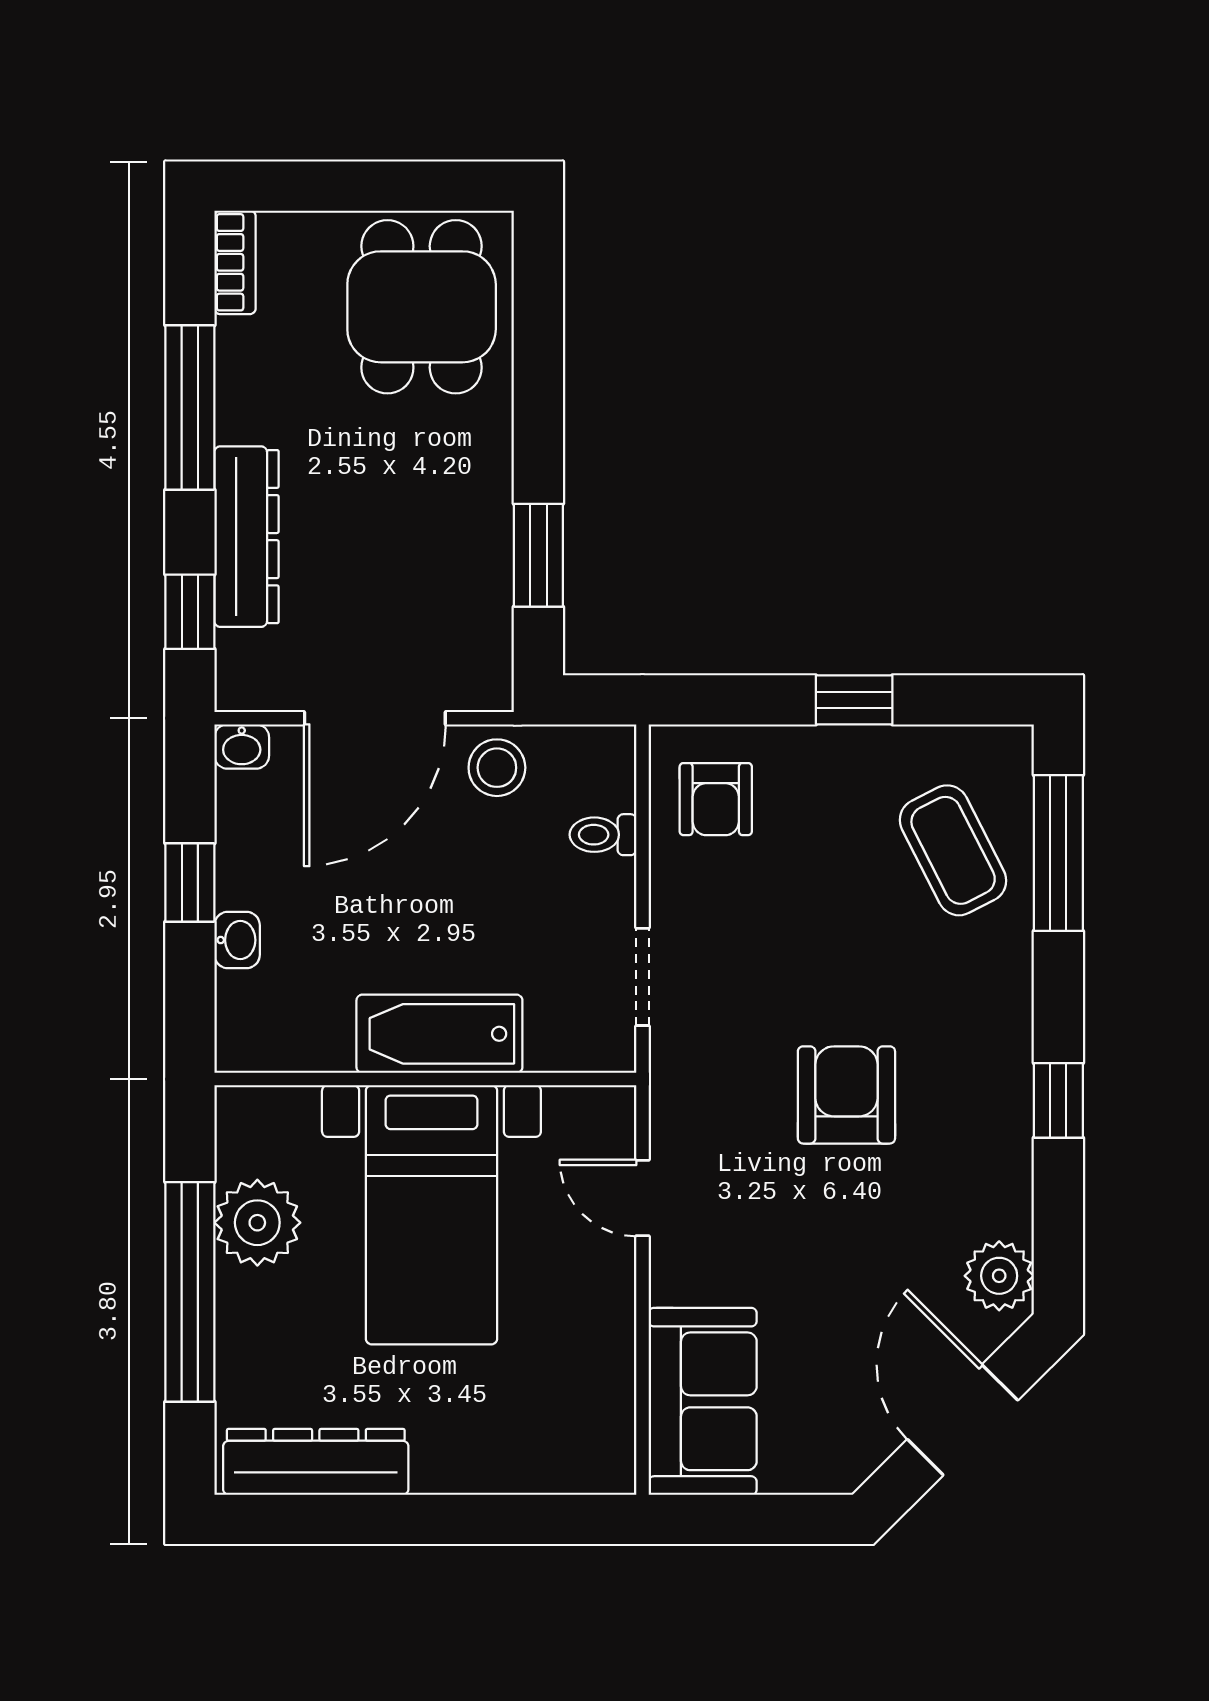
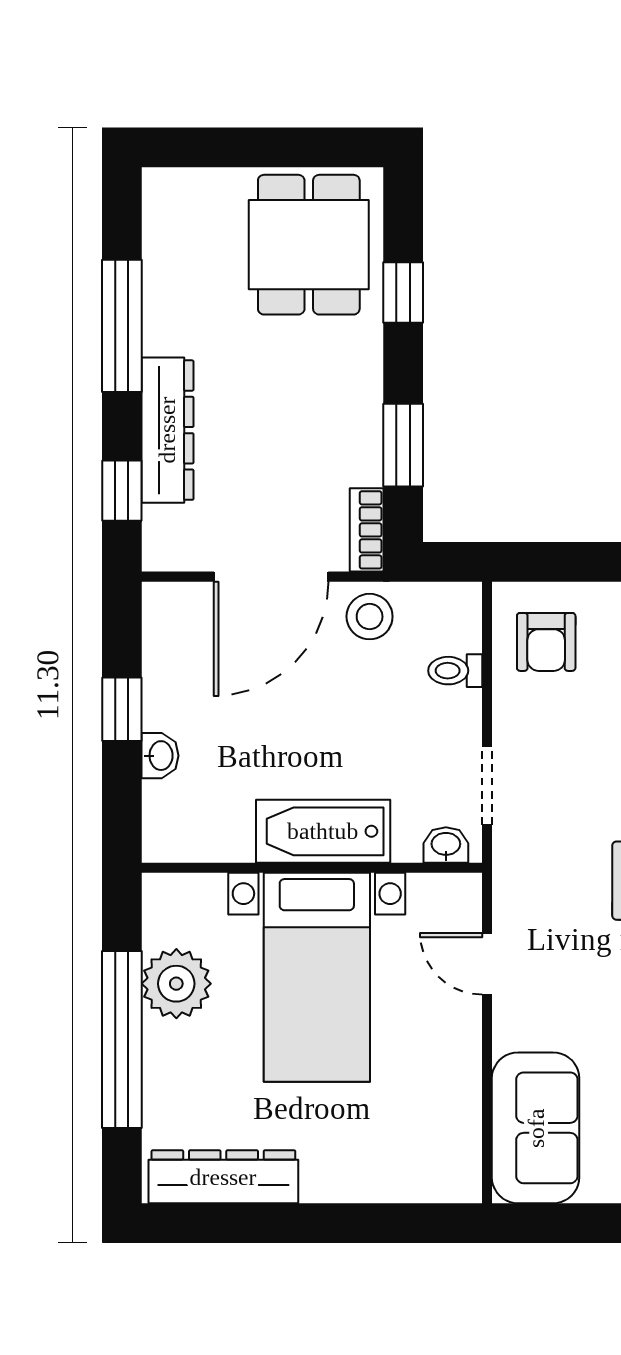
bookcase: (235, 262) -> (367, 530), moved, turned 180
window: (538, 366) -> (403, 292), added
washbasin: (242, 746) -> (446, 845), moved, turned 180

